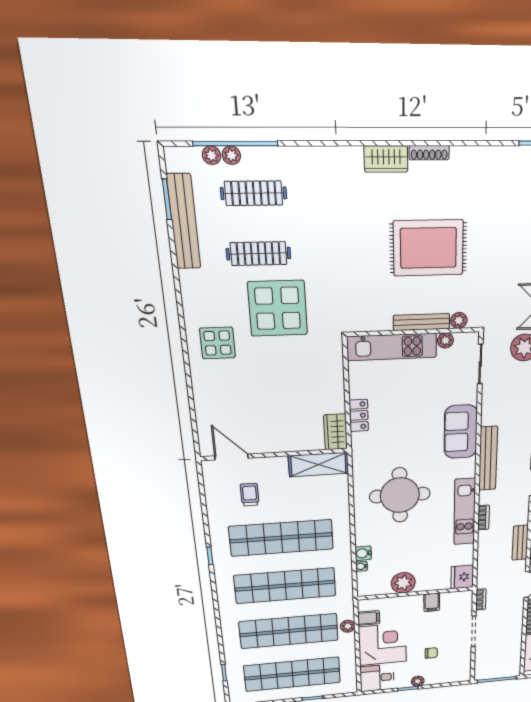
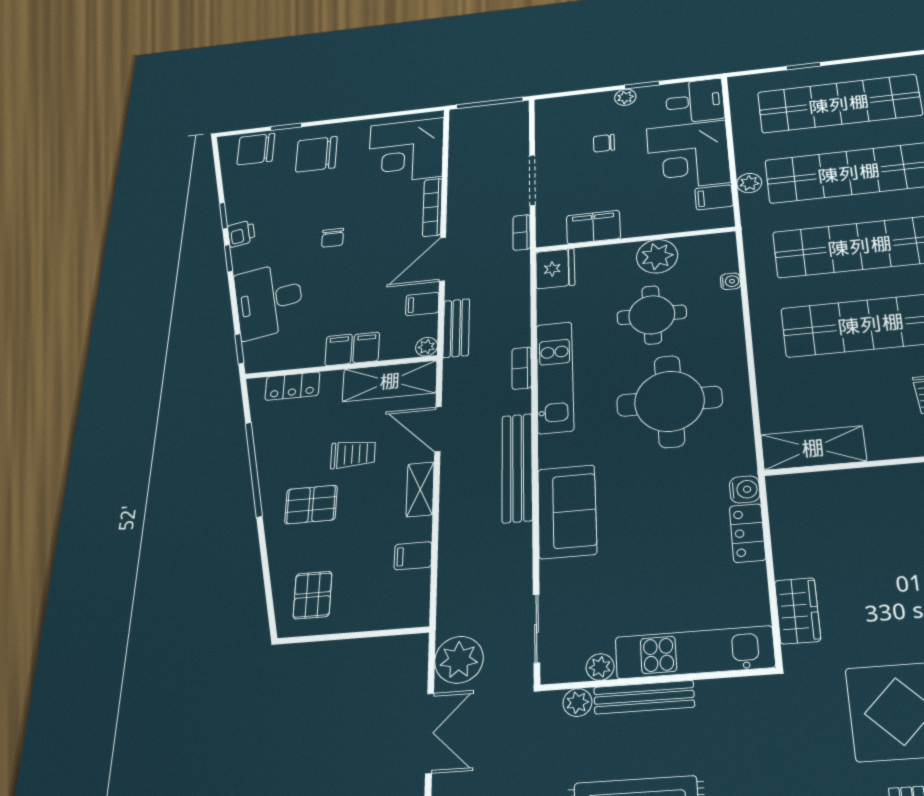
wardrobe: (336, 432) -> (798, 611), moved
round table: (408, 547) -> (652, 315), added
water cooler: (363, 553) -> (745, 489), moved
filing cabinet: (432, 602) -> (593, 227), width x2.00

